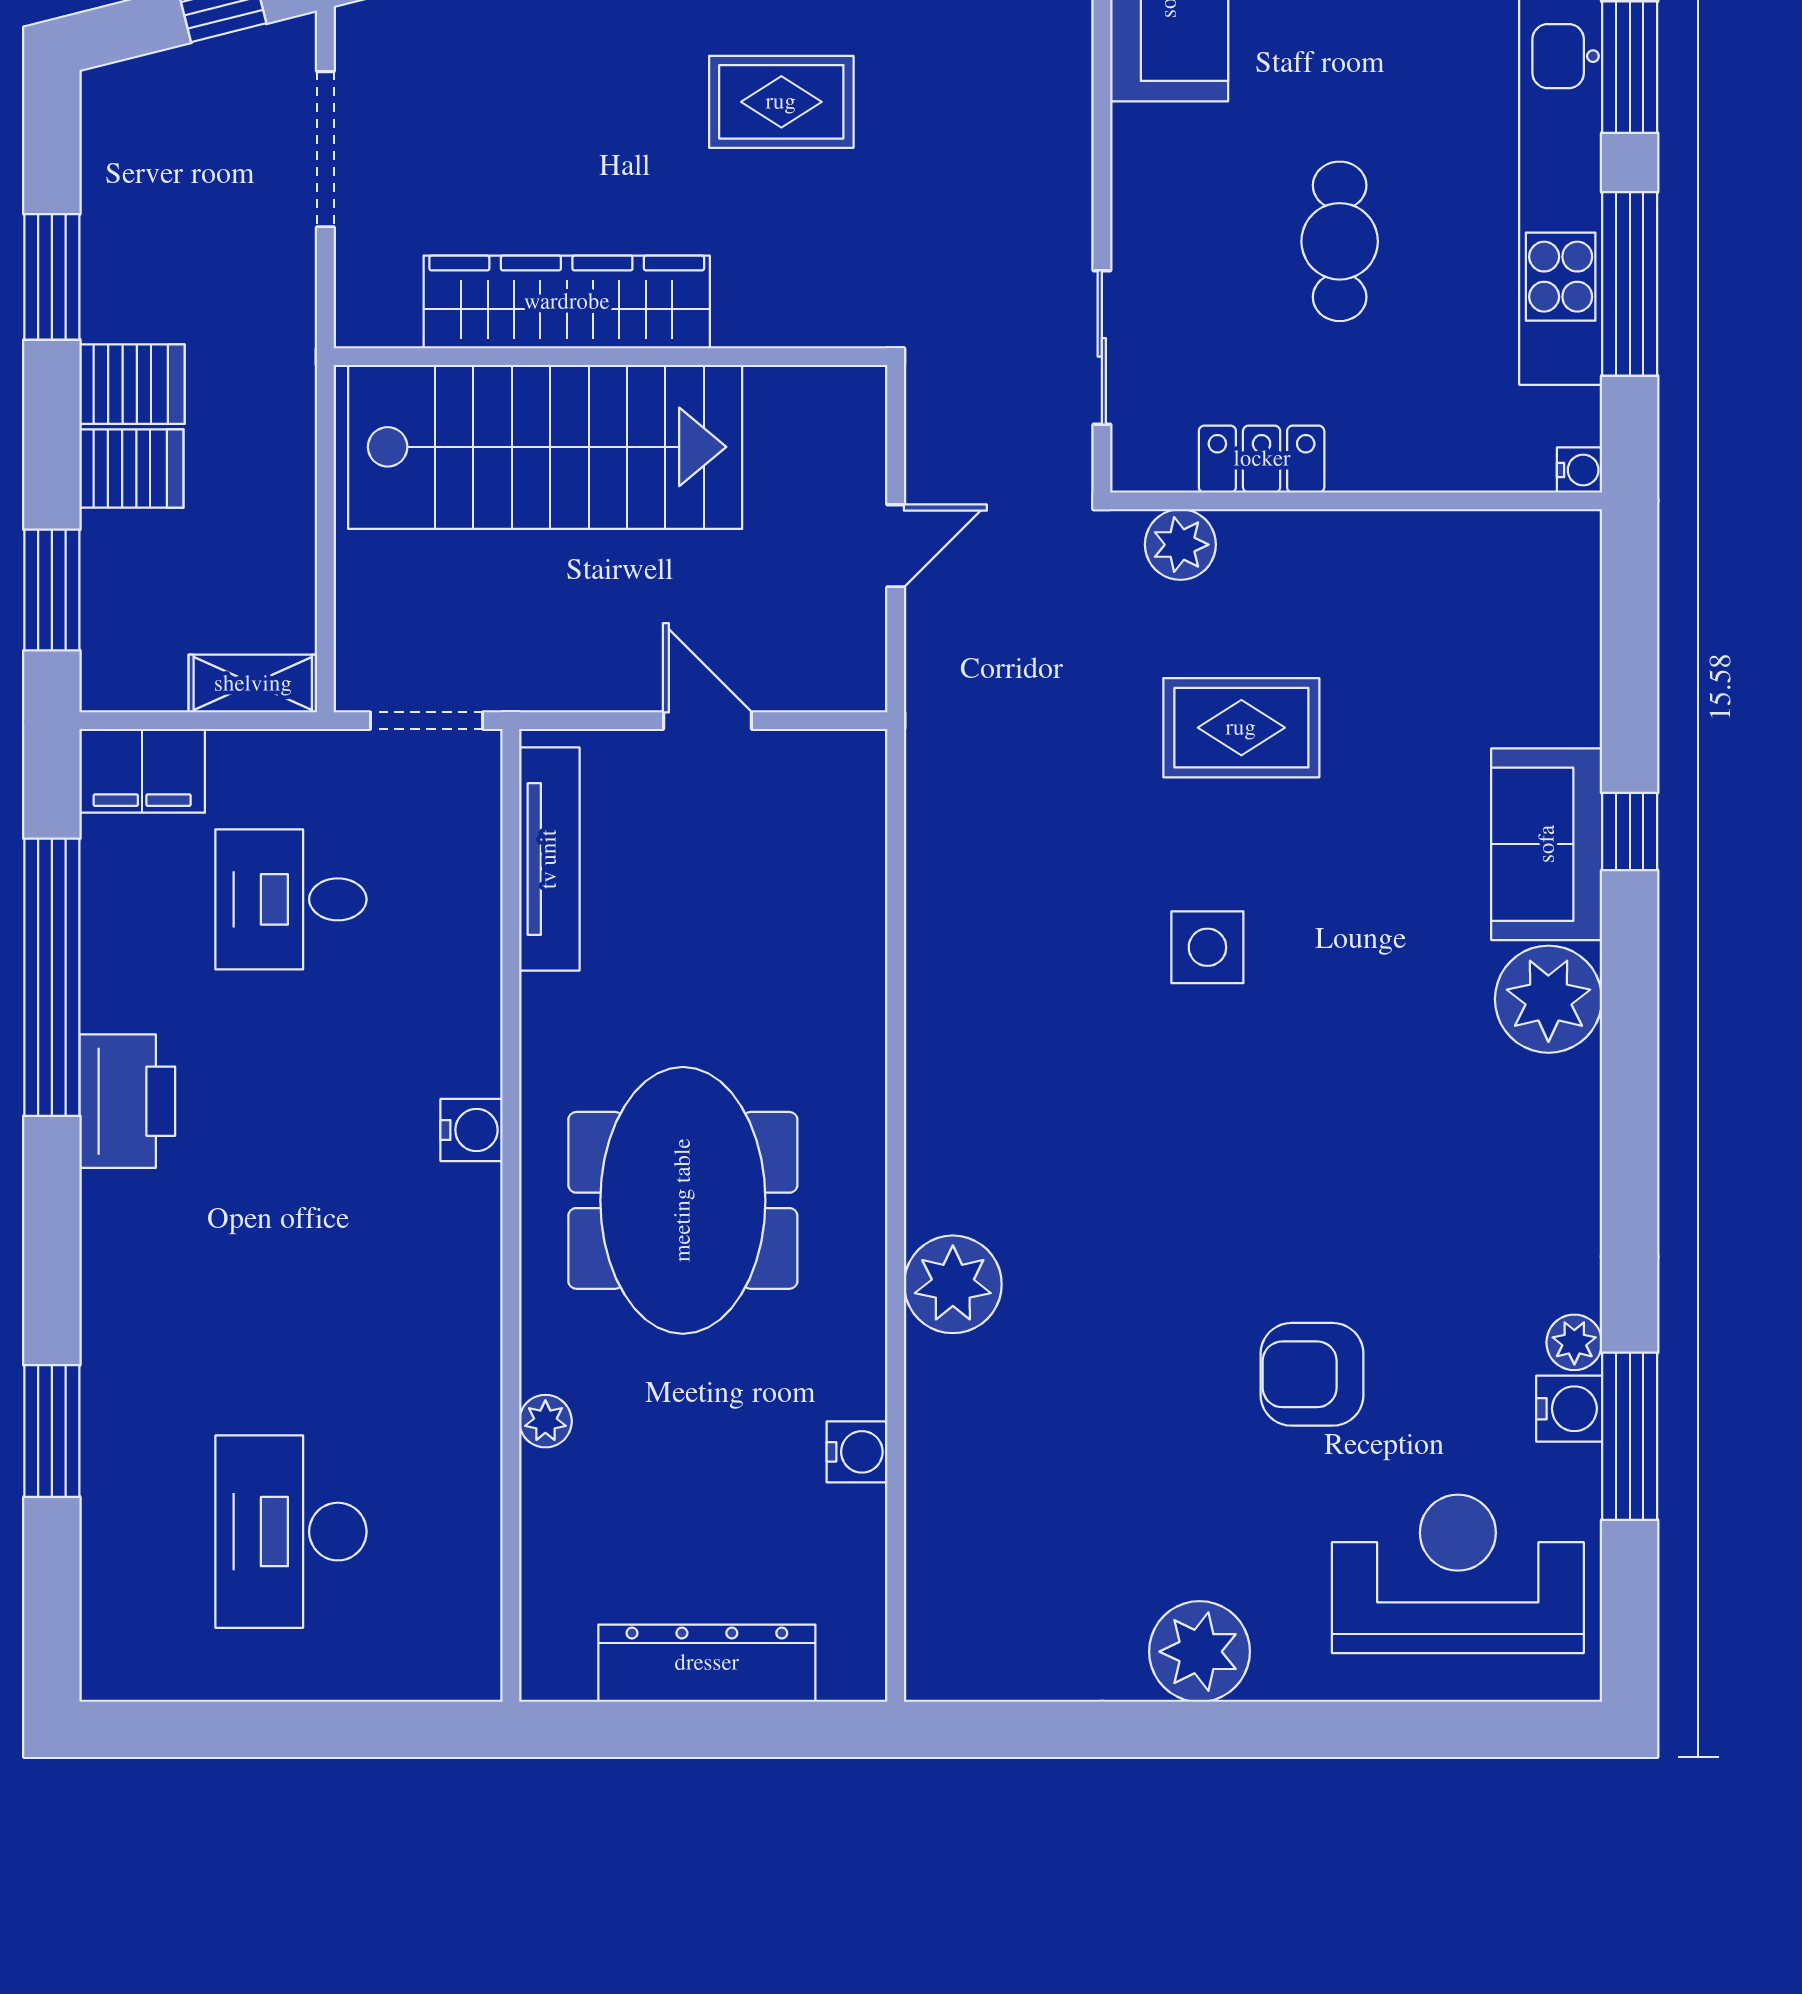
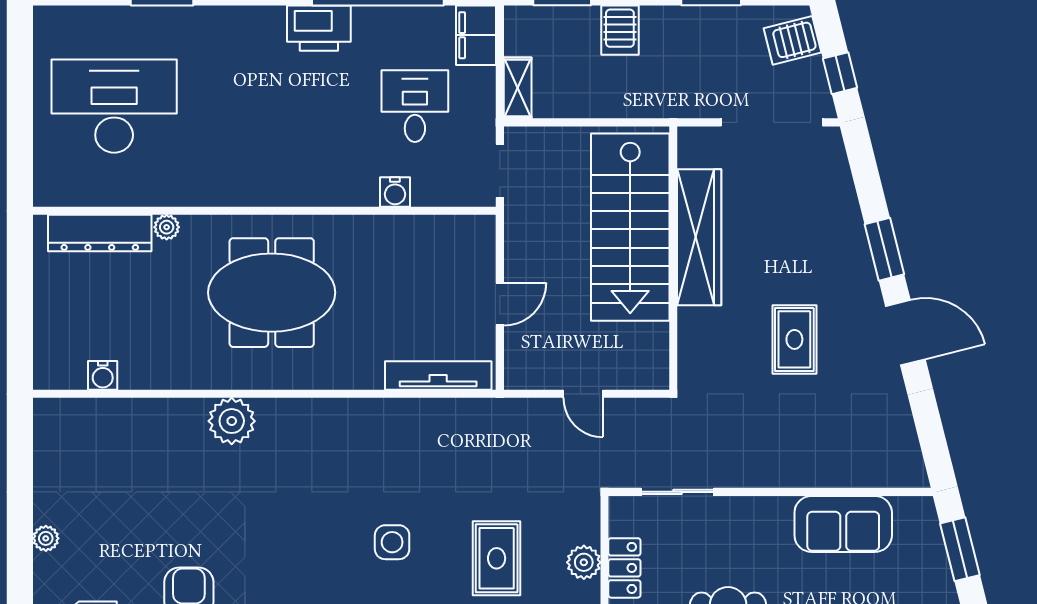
doorway: (325, 149) -> (772, 122), width x1.36
server rack: (132, 384) -> (792, 40), moved, turned 76
plant: (1180, 545) -> (584, 562), moved
tv unit: (549, 859) -> (438, 376), moved, turned 180
water cooler: (472, 1130) -> (395, 192), moved
water cooler: (857, 1452) -> (103, 375), moved
desk: (291, 1532) -> (114, 106), width x1.36, depth x1.30
plant: (1200, 1652) -> (46, 538), width x0.53, depth x0.53
dresser: (707, 1663) -> (100, 233), moved, turned 90

